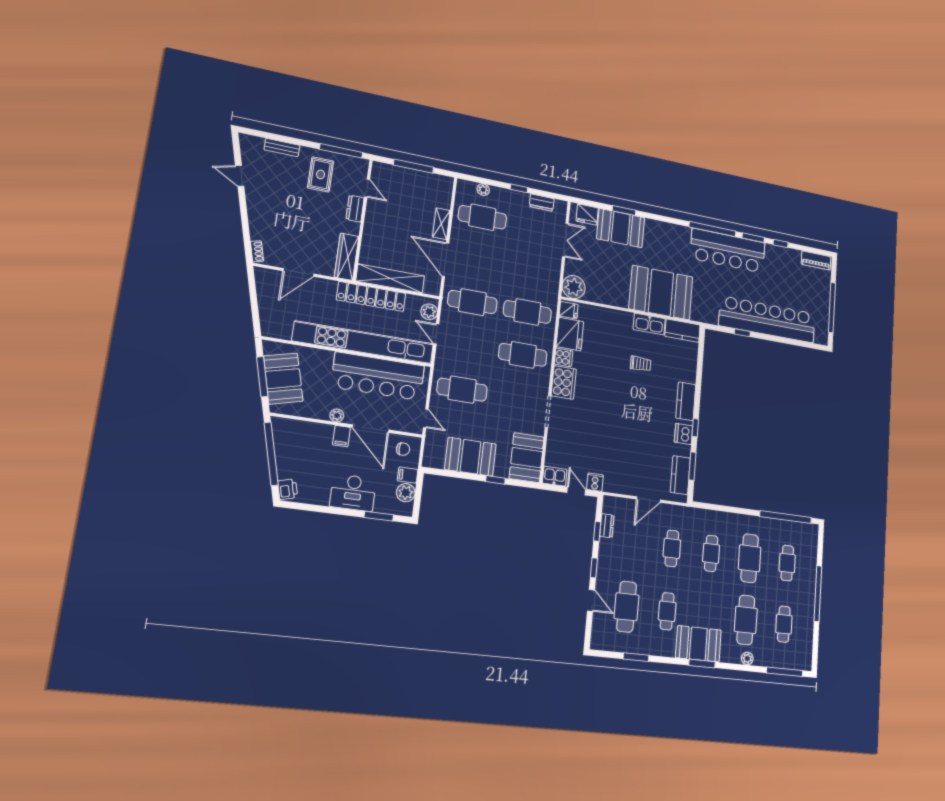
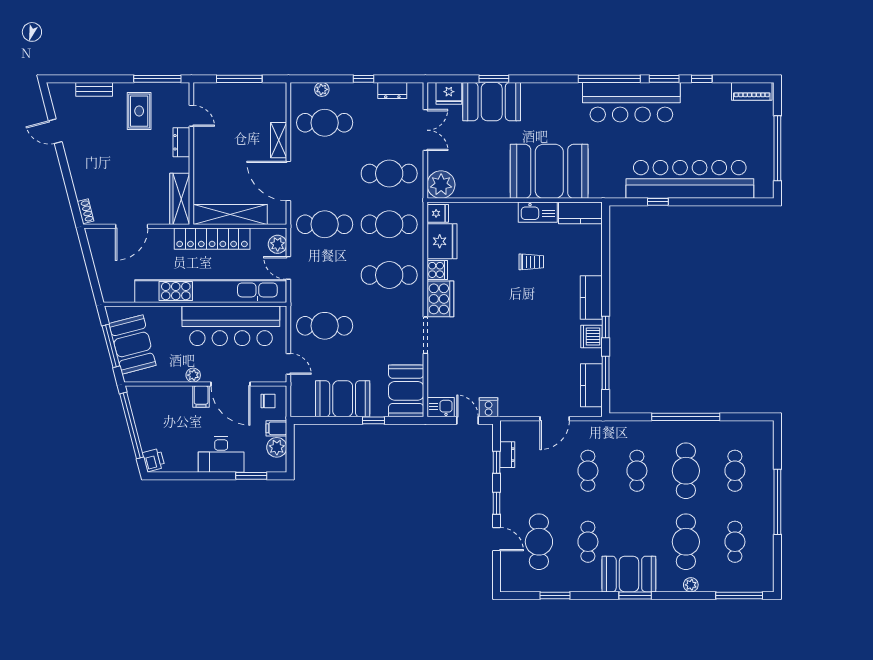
cafe table: (532, 270) -> (389, 173), added
window: (786, 517) -> (686, 417), moved

